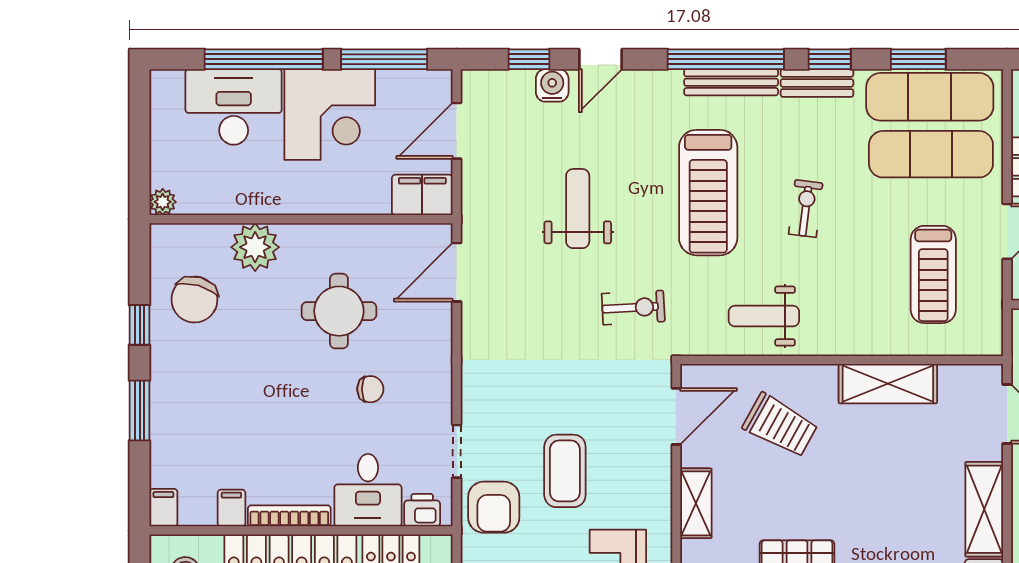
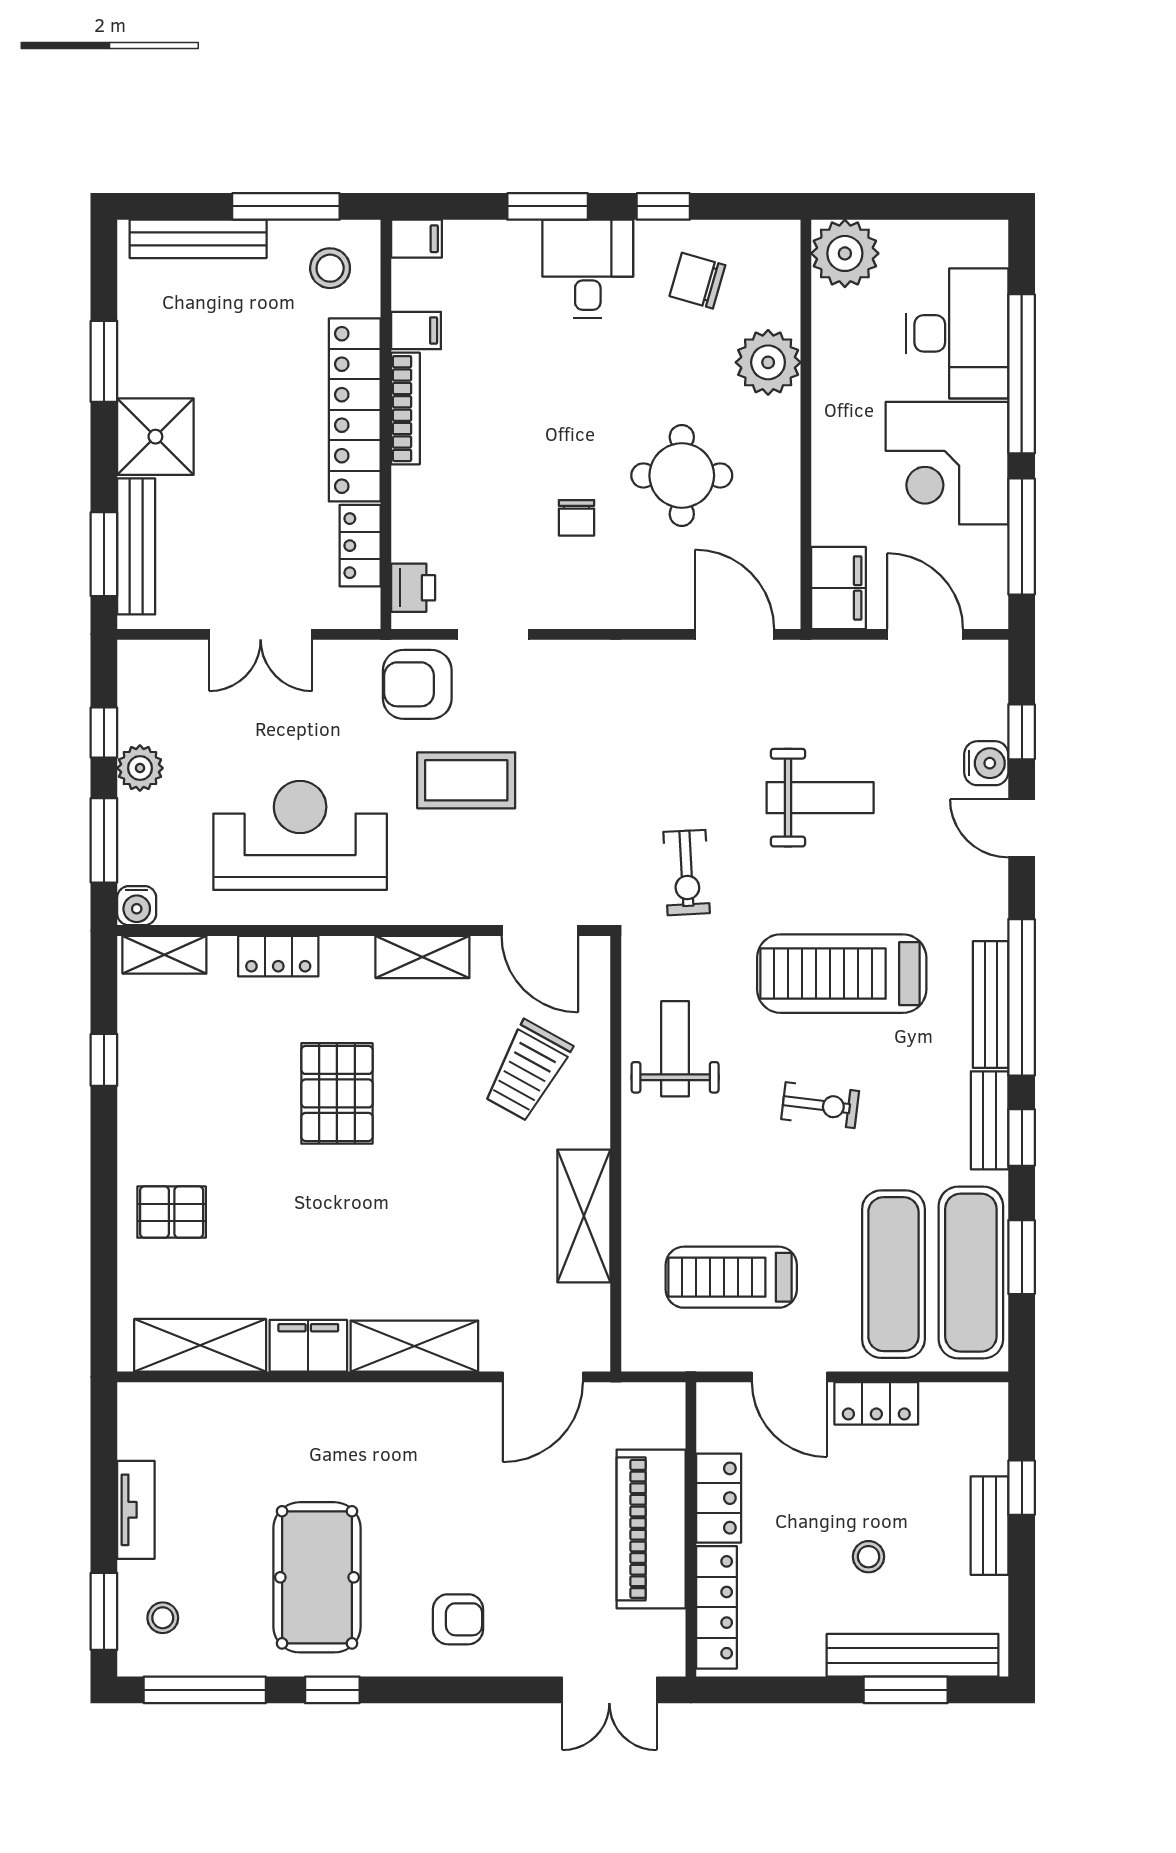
plant: (163, 202) -> (845, 253), width x1.88, depth x1.88
chair: (194, 299) -> (697, 281), width x0.73, depth x0.73
desk: (368, 490) -> (588, 269), moved, turned 90

